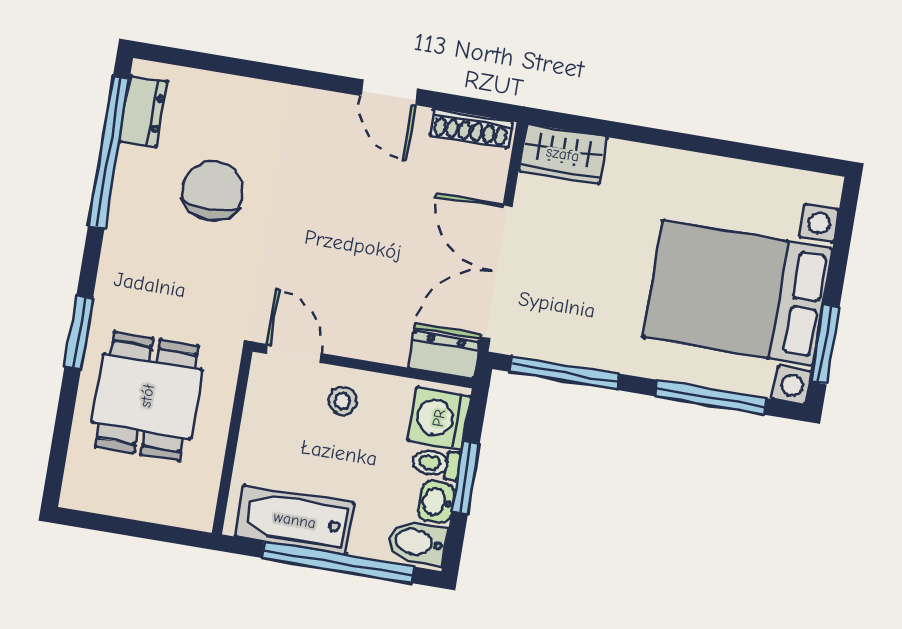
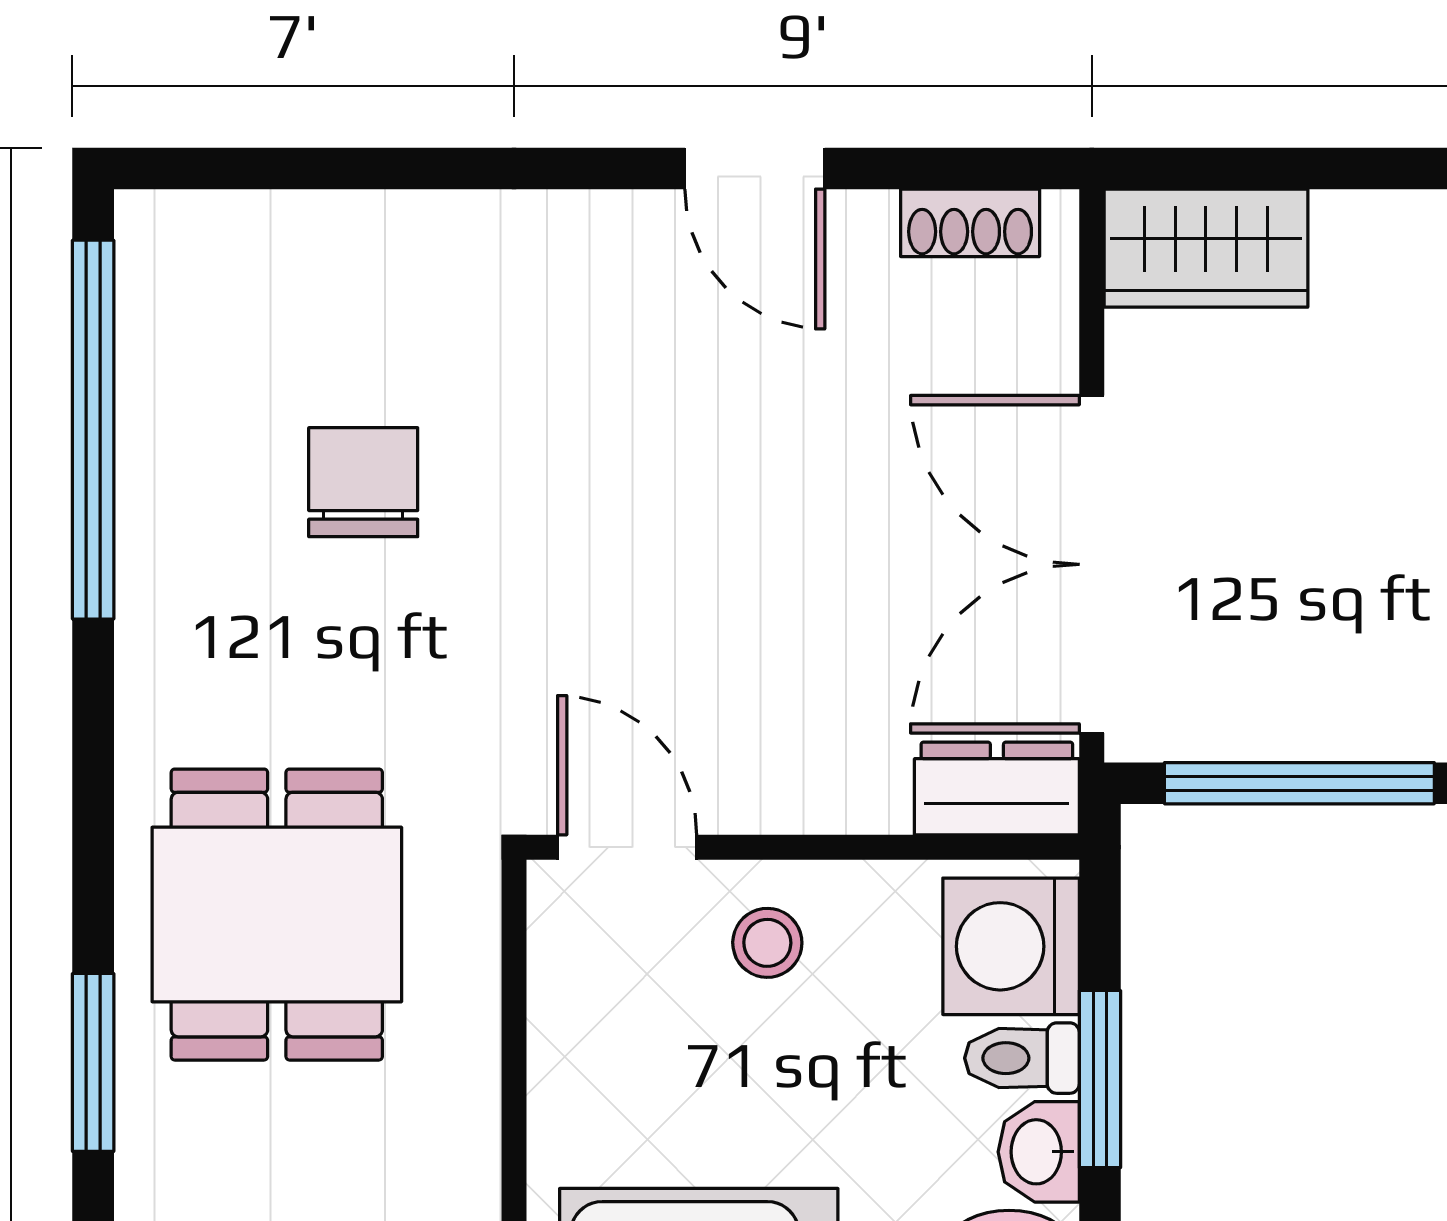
dresser: (143, 111) -> (161, 316), removed
shoe rack: (471, 128) -> (970, 223), width x0.70
chair: (213, 191) -> (363, 482), width x0.73, depth x0.73
window: (79, 332) -> (93, 1062), moved
dining table: (147, 396) -> (277, 915), moved

